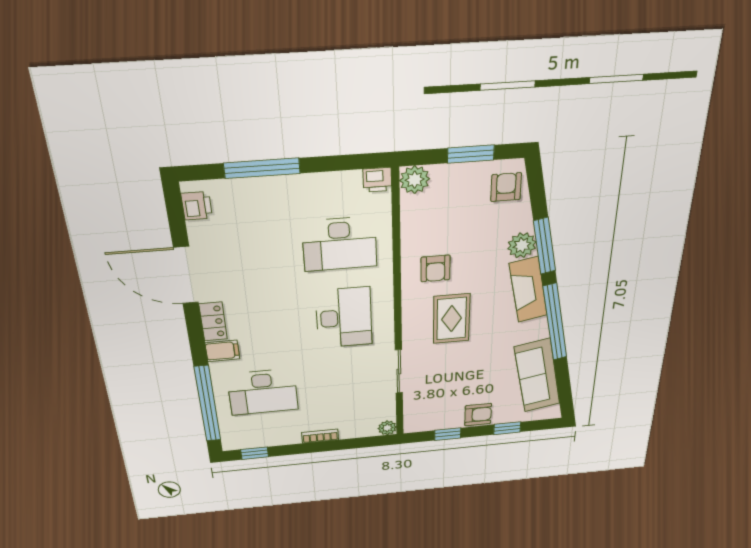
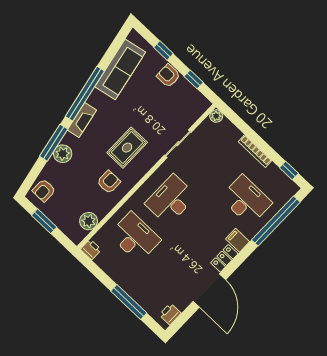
plant: (415, 180) -> (89, 221), moved
fireplace: (528, 290) -> (82, 120), width x0.73, depth x0.76
bookcase: (320, 436) -> (255, 151), width x1.56

